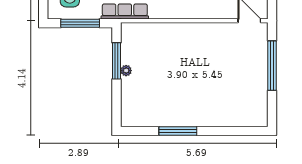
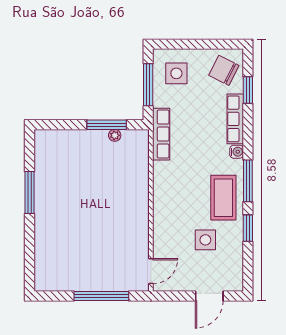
plant: (126, 71) -> (115, 135), moved

